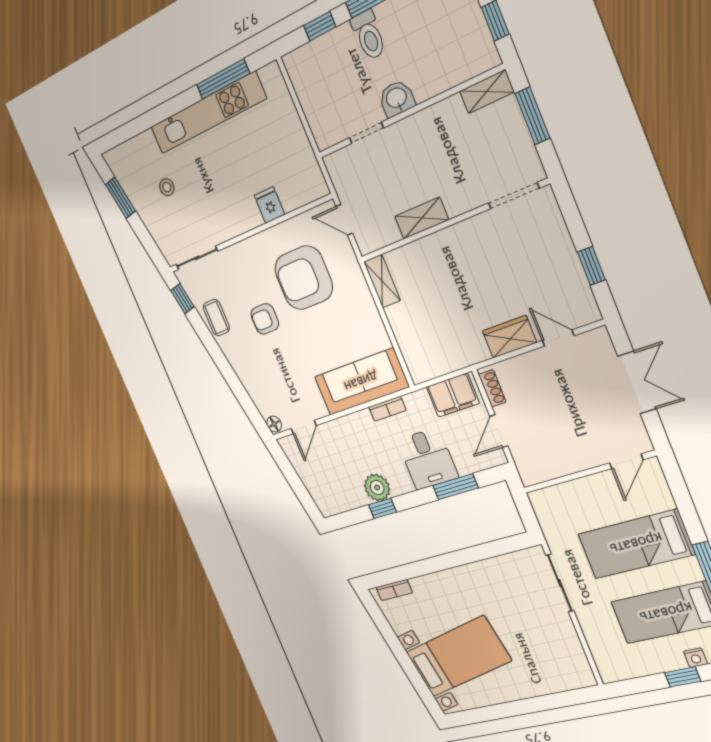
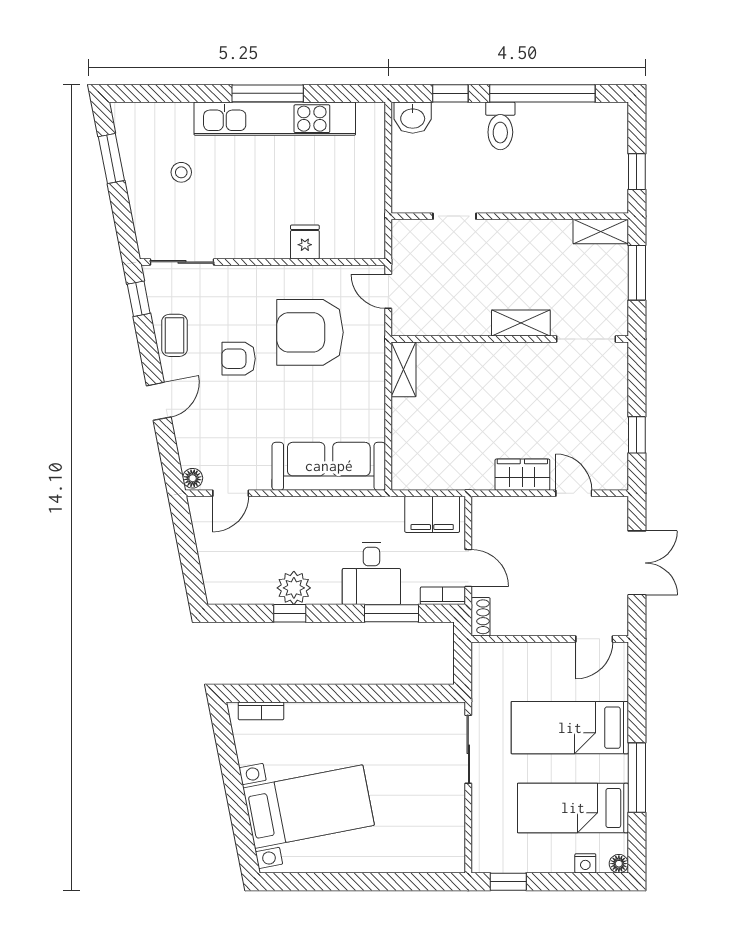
window: (223, 79) -> (268, 93), moved
washbasin: (397, 98) -> (413, 118), moved, turned 180
shelving: (422, 218) -> (521, 323), moved
door: (228, 373) -> (159, 401), added
shoe rack: (492, 388) -> (481, 617), moved
bookcase: (387, 409) -> (443, 596), moved, turned 180
door: (499, 431) -> (468, 568), swing flipped
window: (683, 677) -> (508, 882), moved

